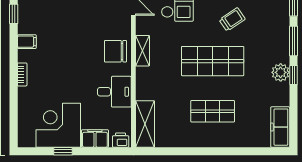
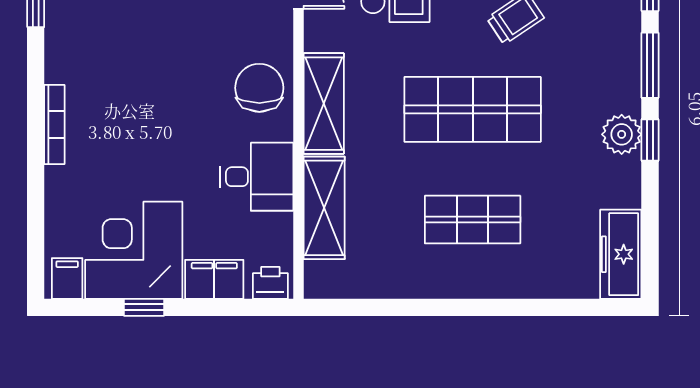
filing cabinet: (27, 42) -> (67, 278), moved, turned -90
chair: (115, 51) -> (259, 88), turned 90
shelving: (143, 51) -> (324, 104), width x1.50, depth x1.33
bookcase: (22, 74) -> (54, 125), width x1.56
shelving: (145, 124) -> (324, 208), moved

